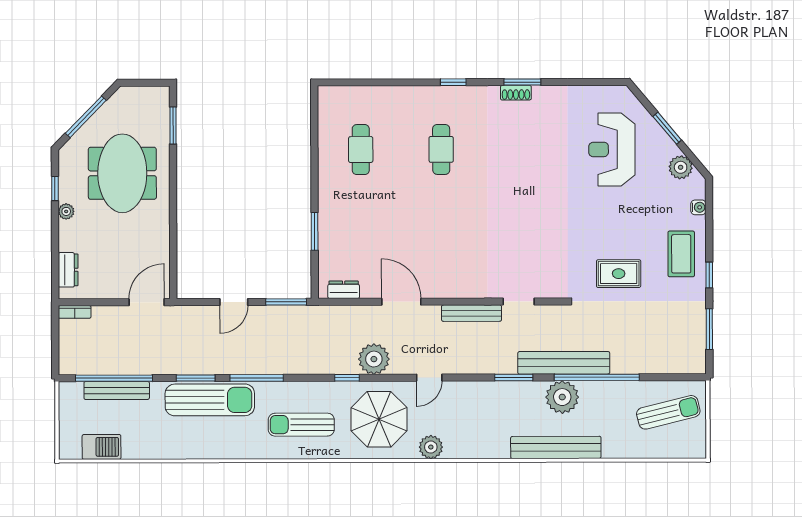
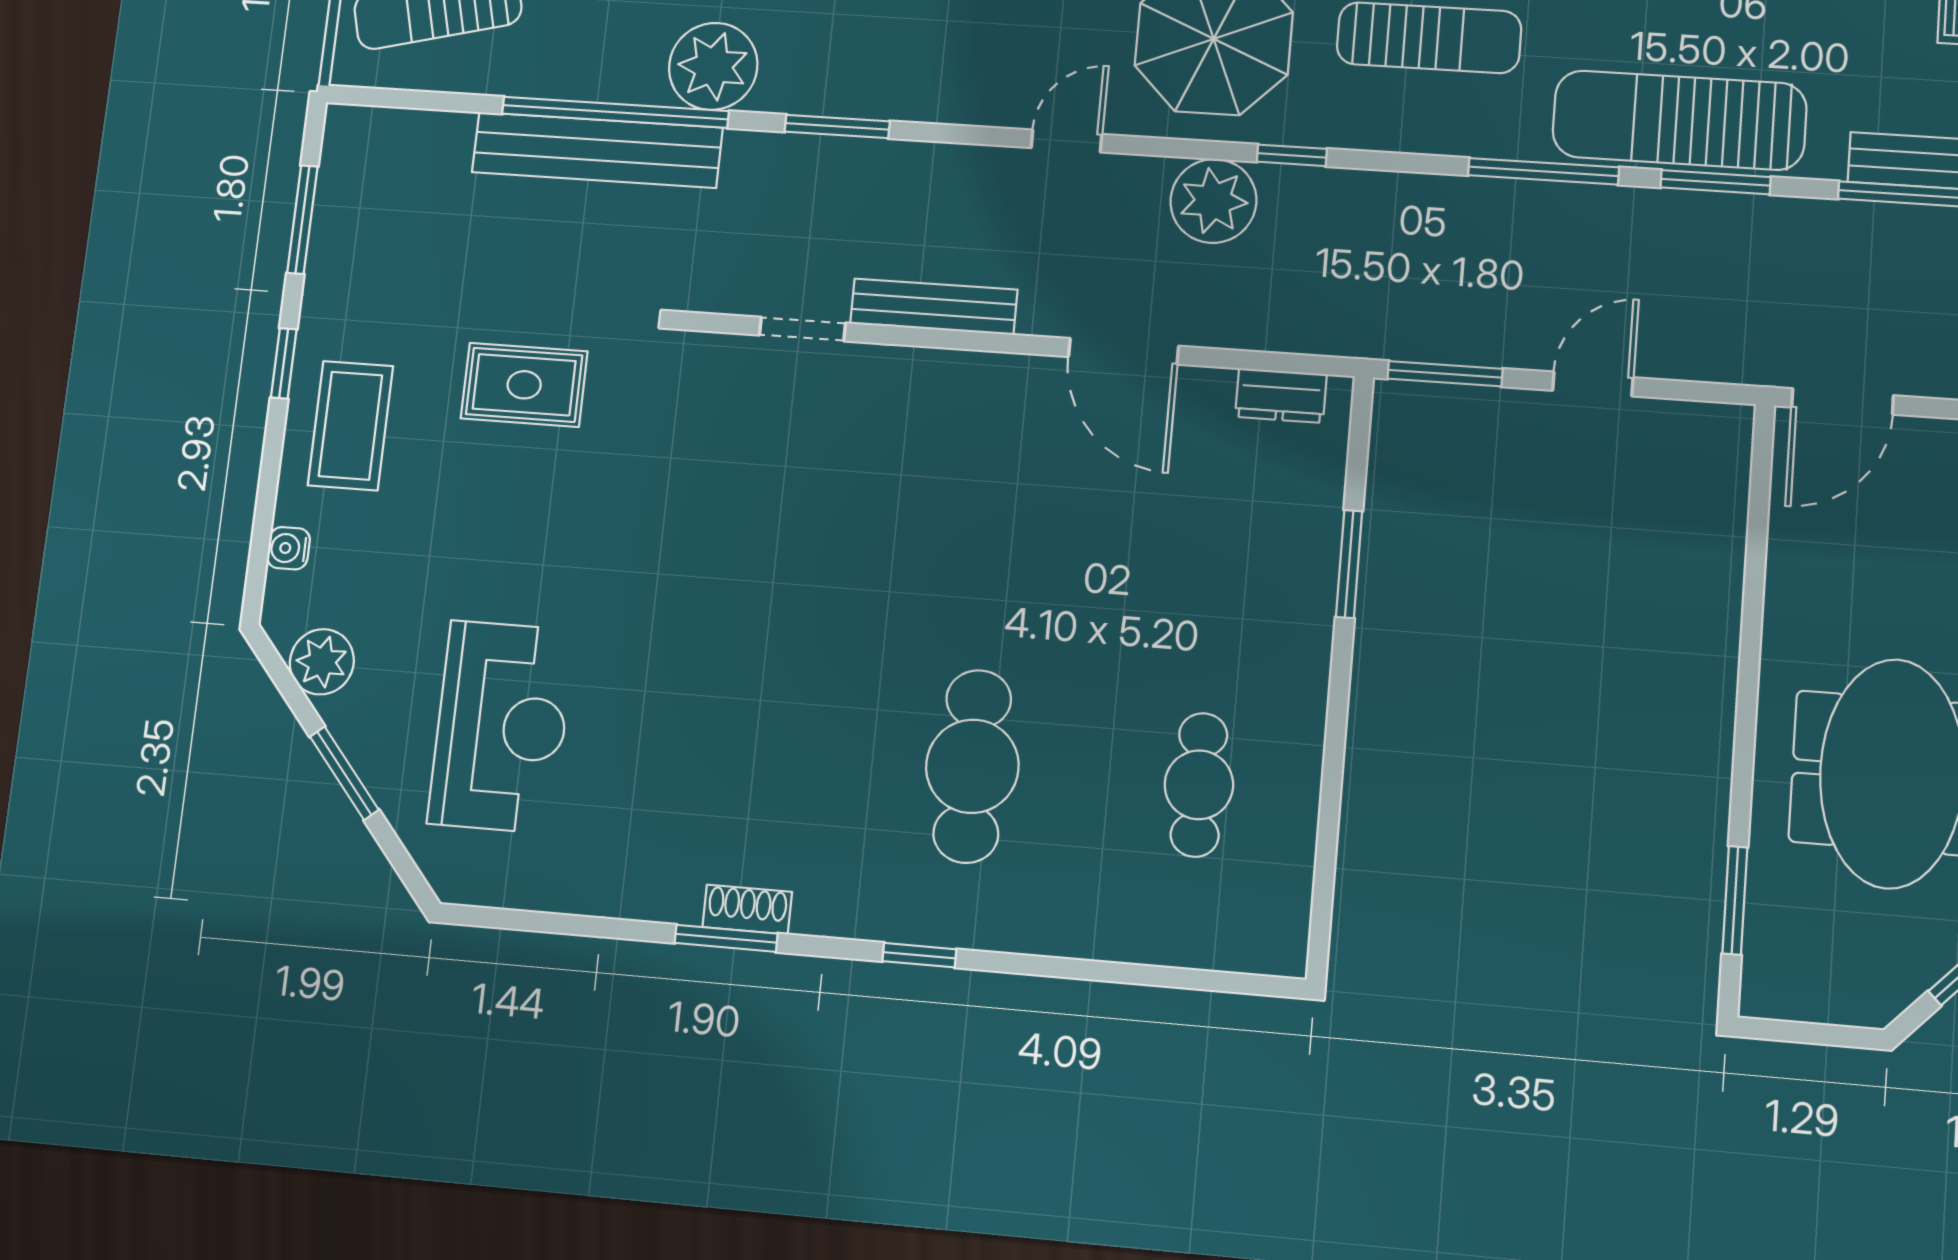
cafe table: (441, 149) -> (972, 766), width x1.37, depth x1.35
bench: (564, 363) -> (597, 150), moved

